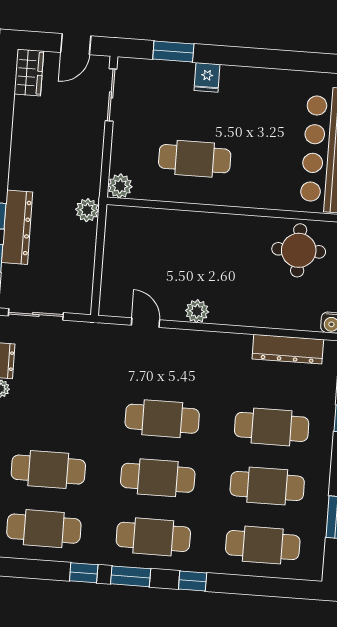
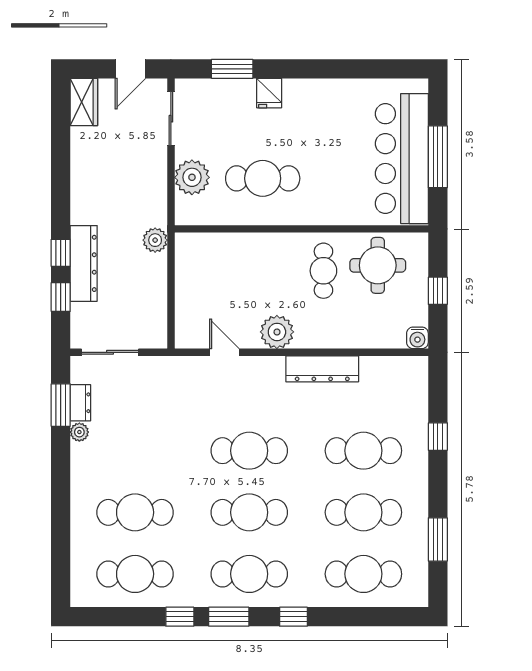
plant: (120, 186) -> (192, 177), moved, width x1.36, depth x1.36
cafe table: (246, 252) -> (323, 271), added
plant: (197, 311) -> (277, 332), width x1.36, depth x1.36
dresser: (288, 349) -> (322, 369), moved

